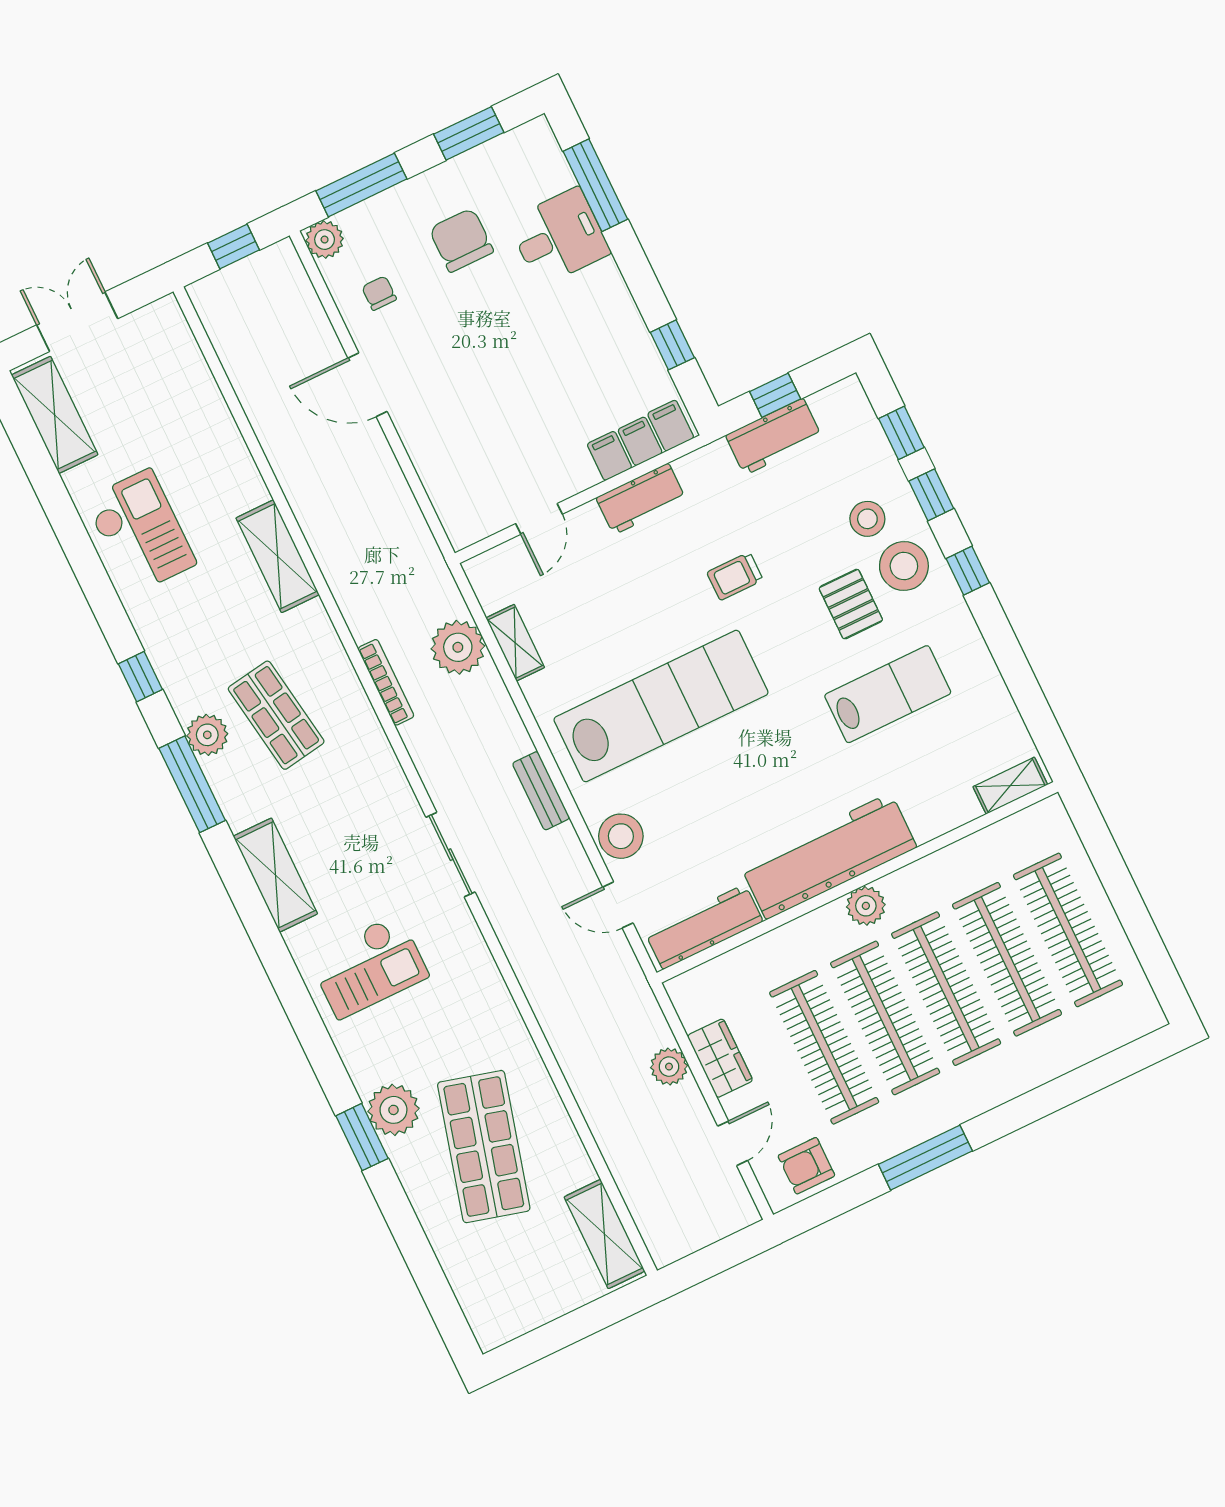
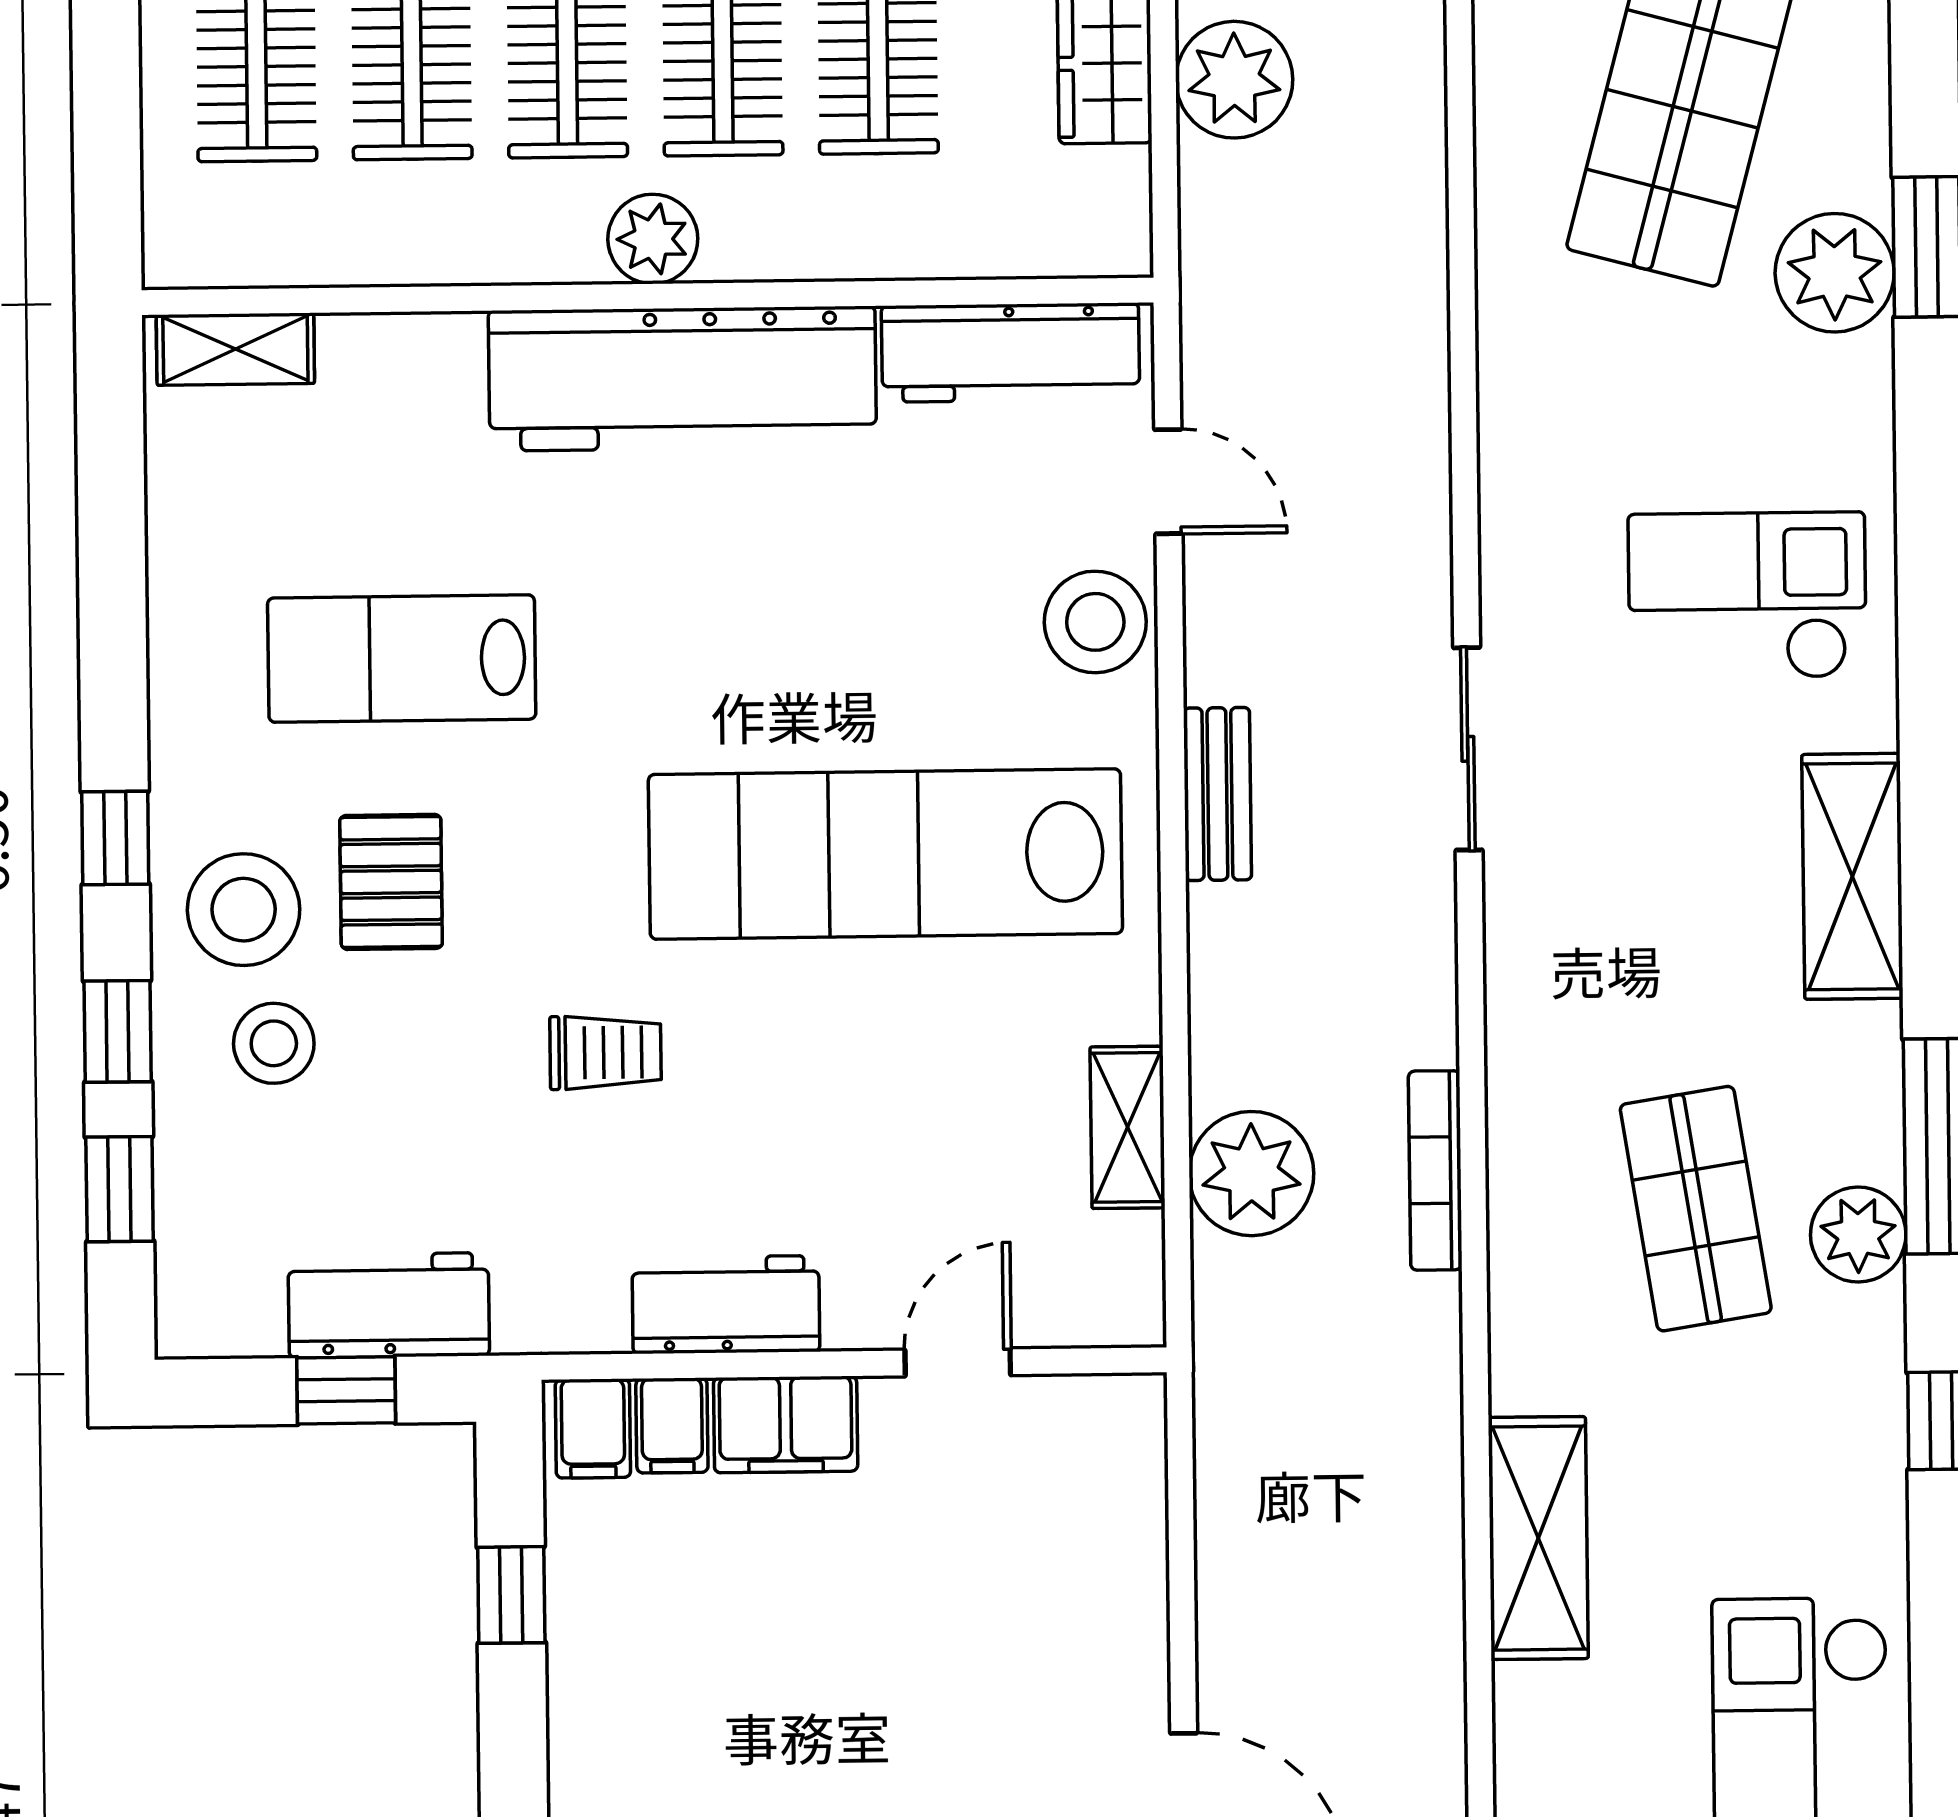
filing cabinet: (609, 456) -> (786, 1424), width x2.00
plant: (669, 1067) -> (1234, 80), width x1.36, depth x1.36

